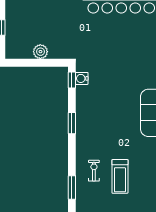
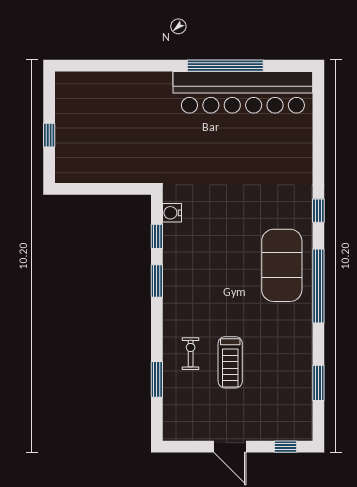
plant: (40, 52) -> (109, 172), removed
window: (72, 80) -> (157, 236), moved

